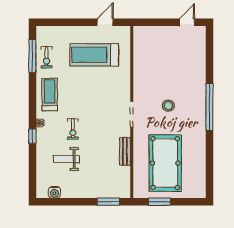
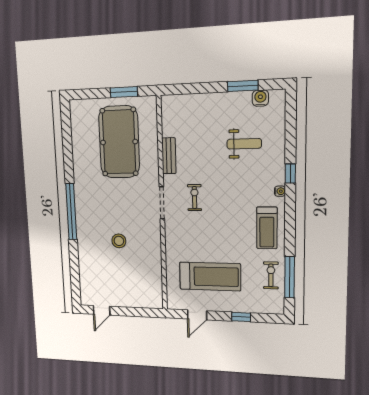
window: (70, 22) -> (241, 317), added
stool: (168, 106) -> (119, 241), moved
exercise bike: (73, 129) -> (195, 198), moved
window: (108, 202) -> (243, 86), moved

